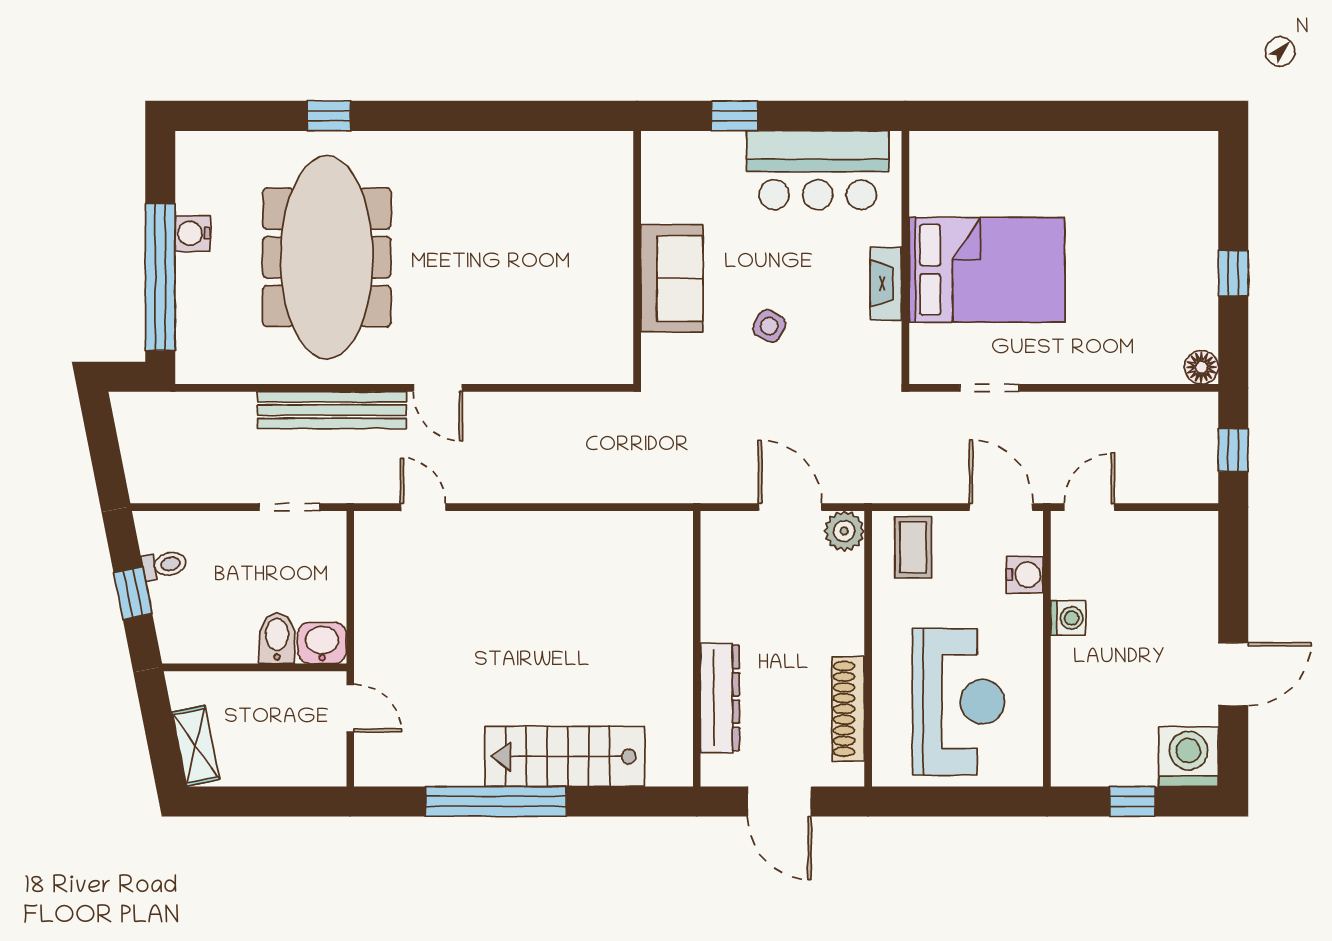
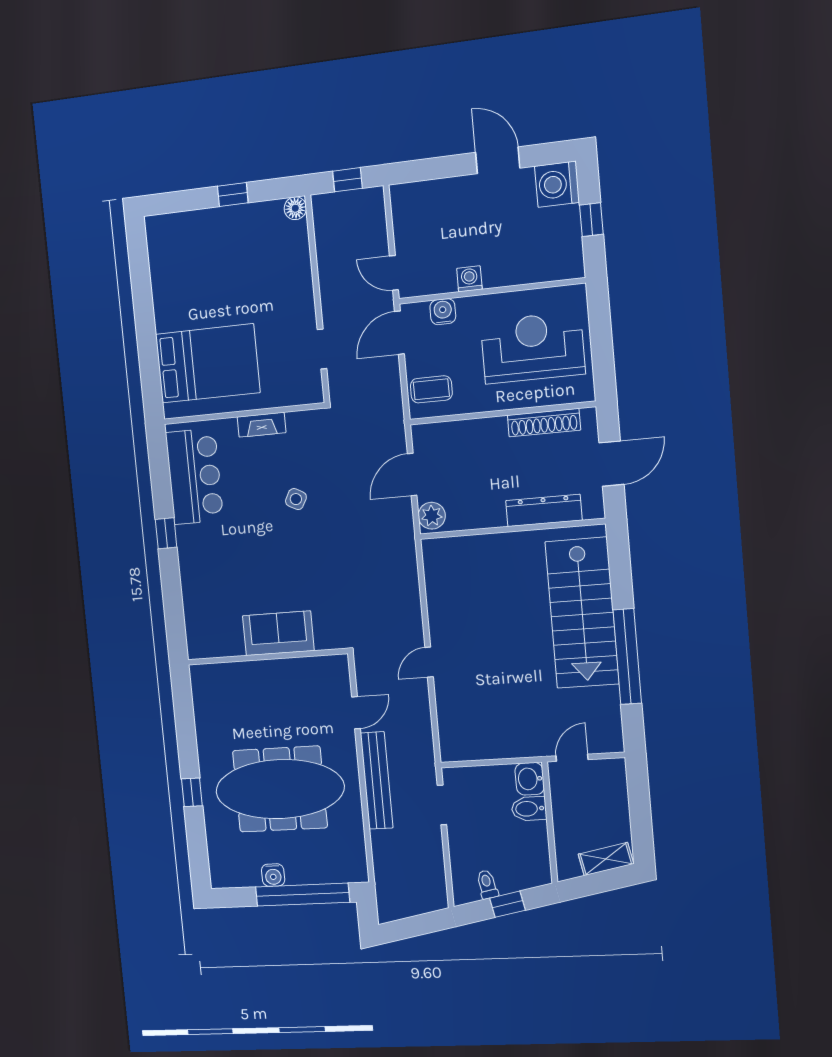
wall: (637, 257) -> (267, 657), moved
bed: (987, 270) -> (208, 363), moved, turned 90
sofa: (672, 279) -> (278, 633), moved
door: (423, 507) -> (429, 662), moved
plant: (844, 531) -> (432, 516), moved
stairs: (565, 756) -> (582, 613), width x1.36, depth x1.51

